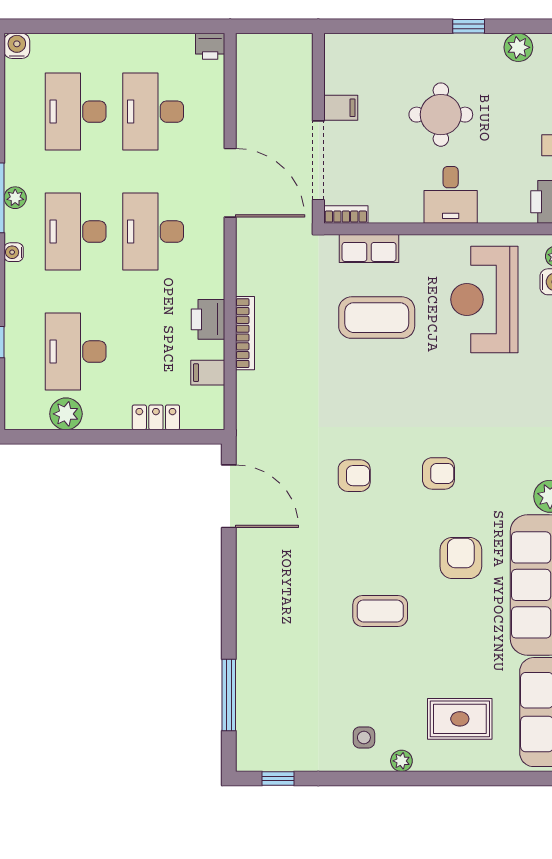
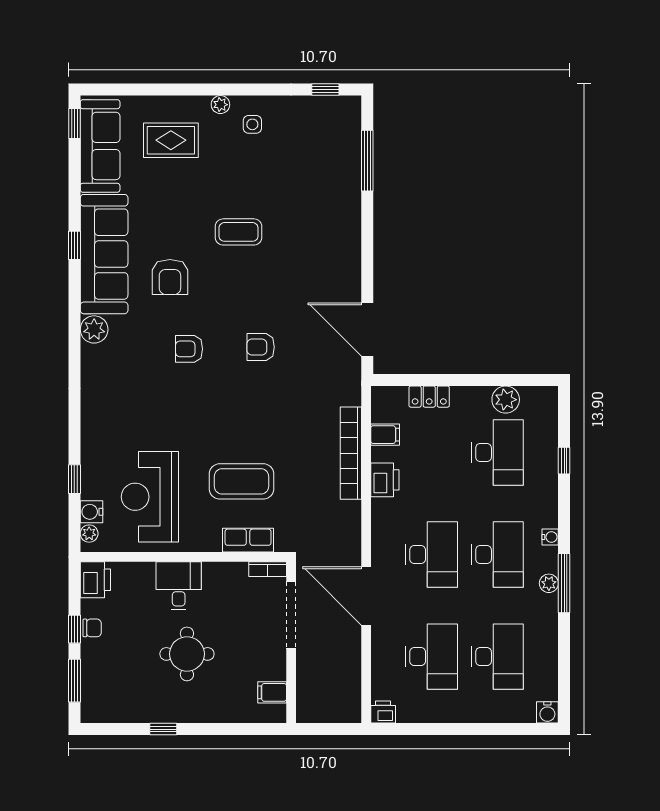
plant: (518, 47) -> (121, 711), removed
filing cabinet: (341, 108) -> (272, 692), moved
reception desk: (484, 299) -> (150, 497), turned 180
bookcase: (245, 333) -> (351, 453), width x1.48, depth x1.31

